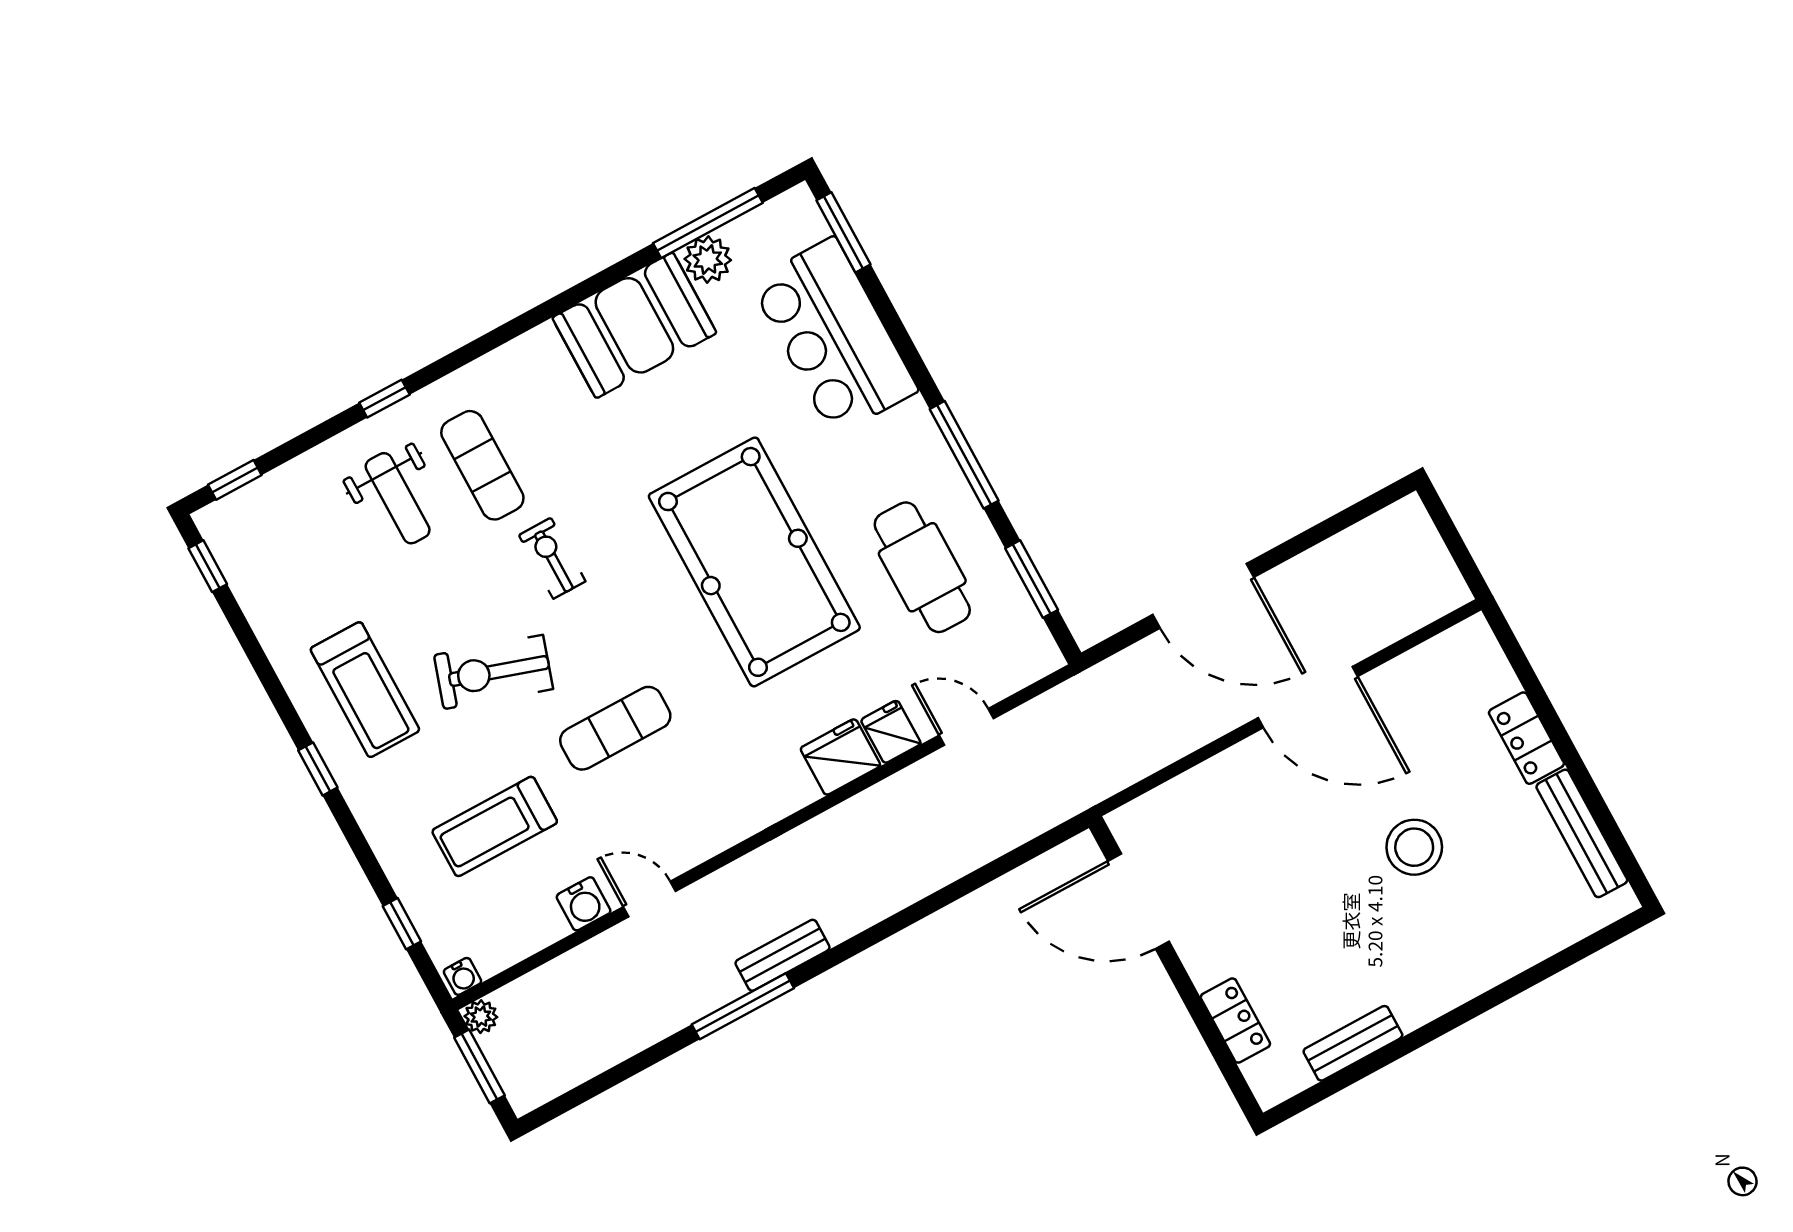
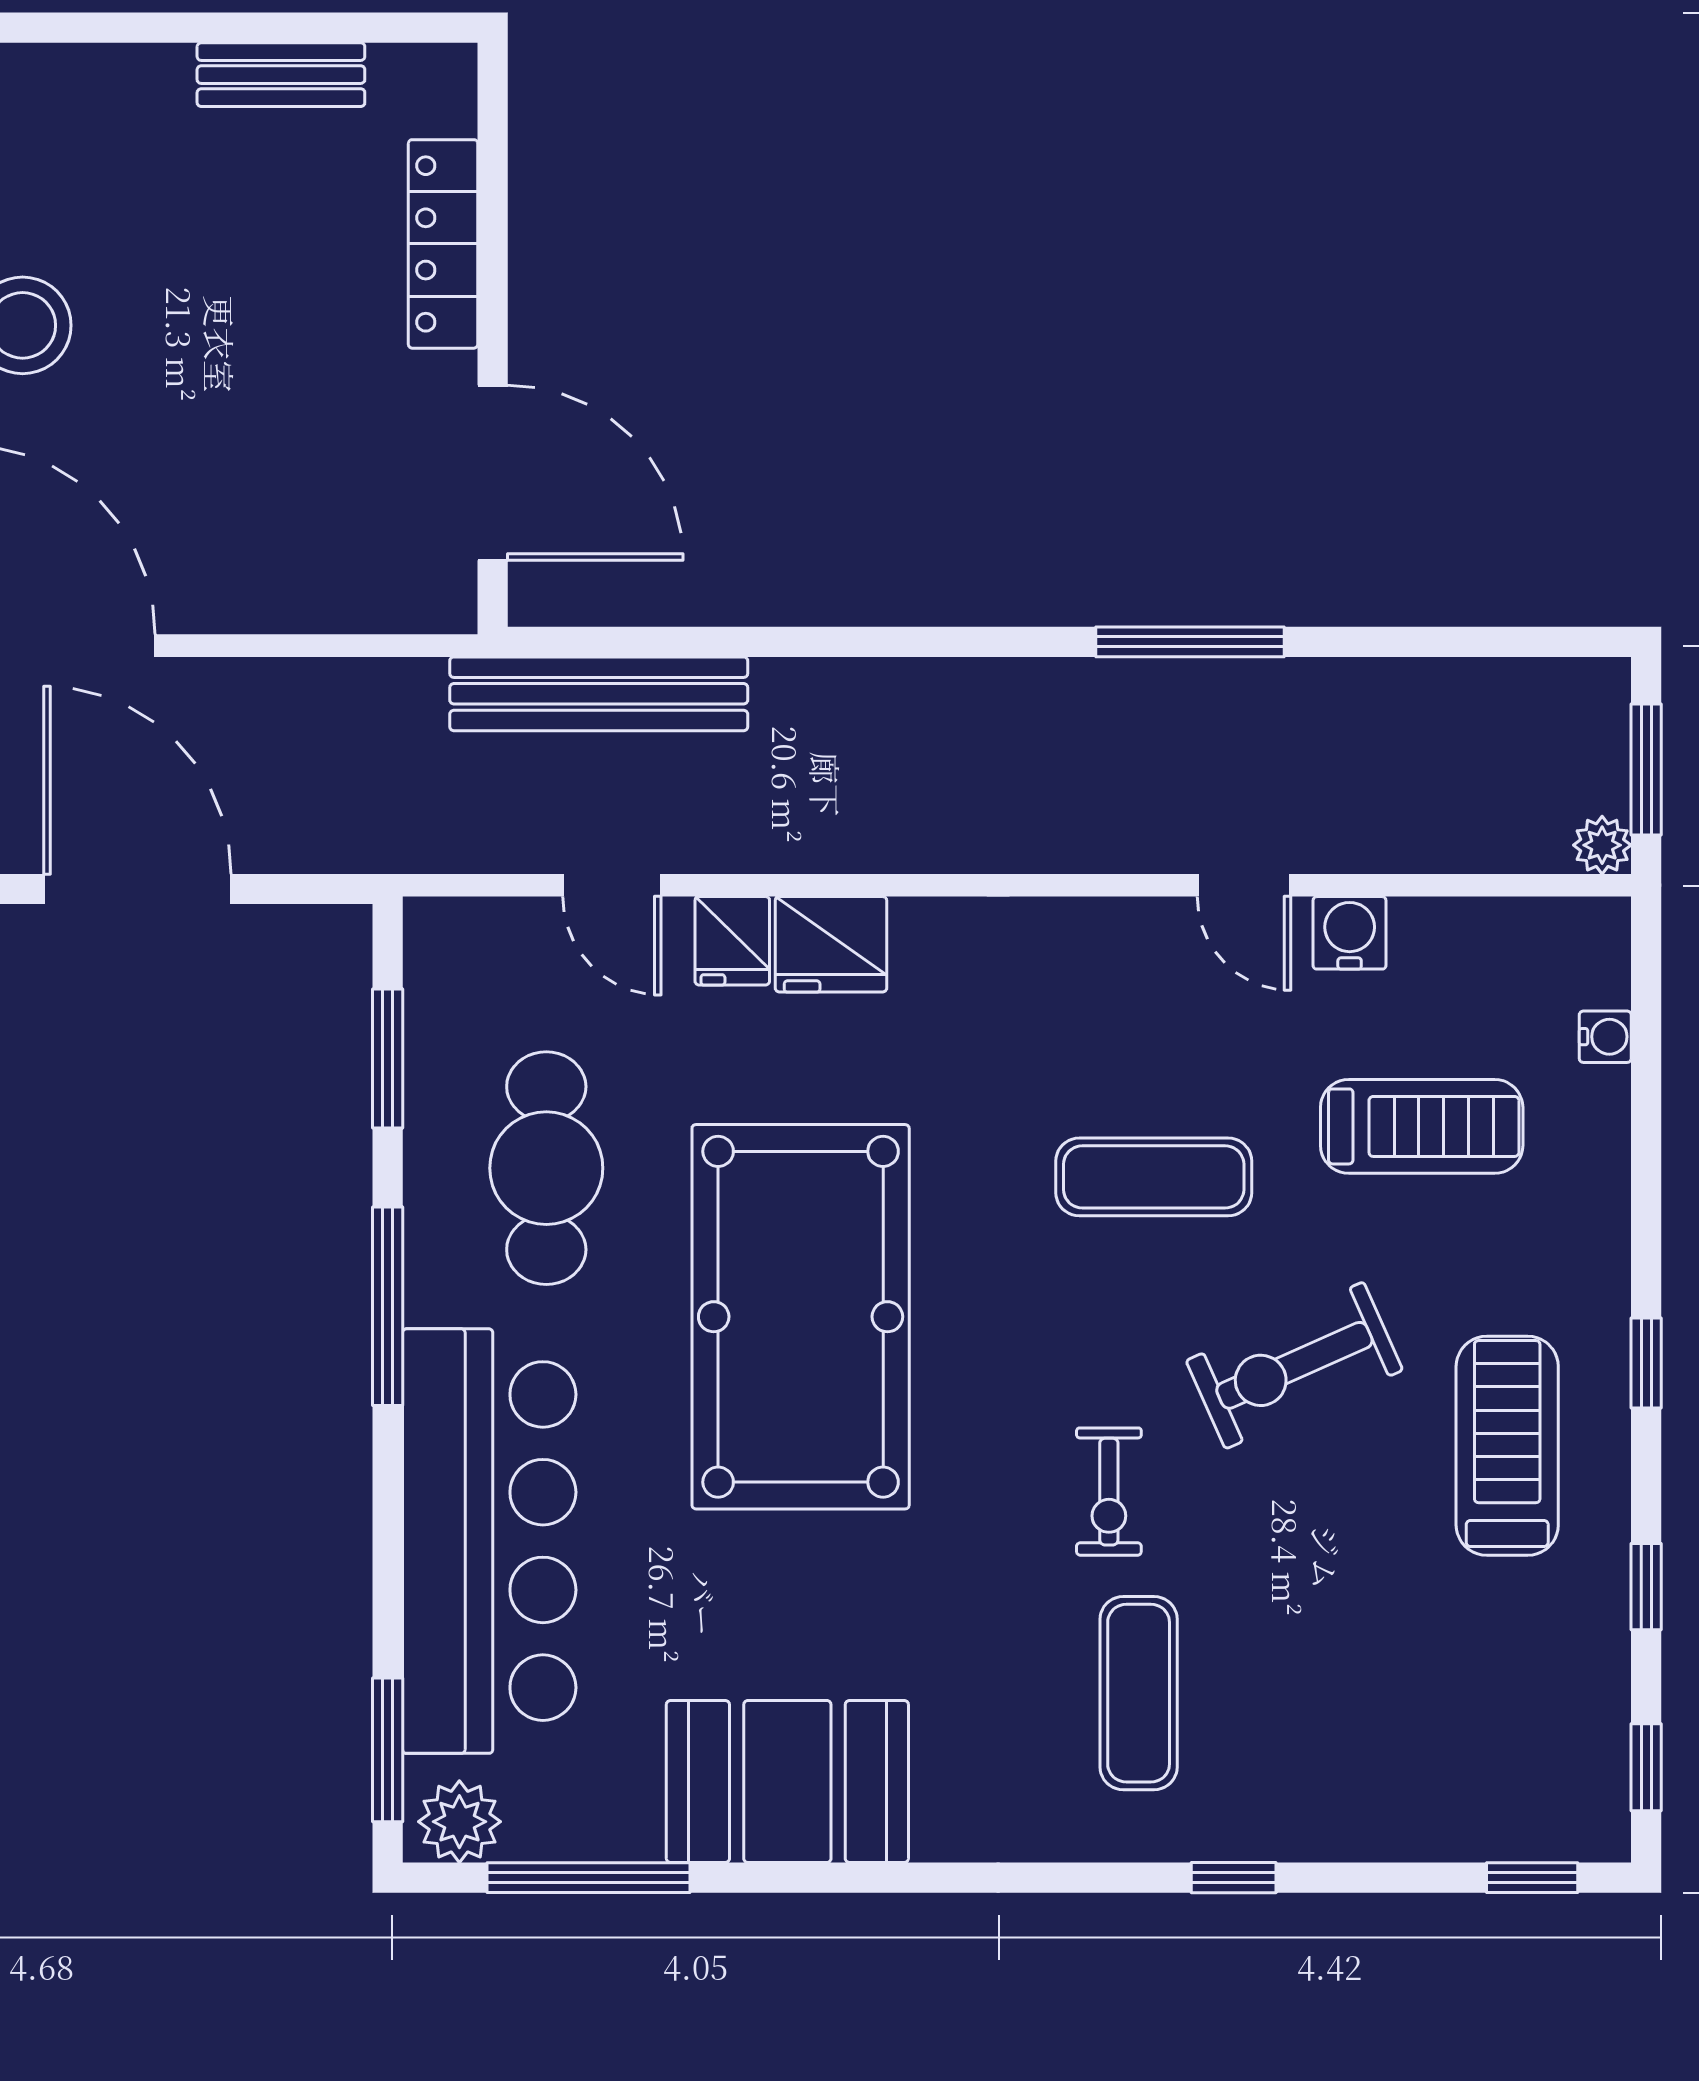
plant: (708, 260) -> (459, 1822), moved
bar counter: (834, 336) -> (489, 1541), width x1.36
weight bench: (398, 498) -> (1297, 1713), removed
exercise bike: (493, 672) -> (1294, 1365), turned 138
window: (402, 924) -> (1646, 1587), moved
bench: (783, 955) -> (599, 694), moved, width x1.86, depth x1.21
water cooler: (463, 976) -> (1605, 1037), moved, turned 90
locker: (1235, 1021) -> (443, 244), width x1.53

